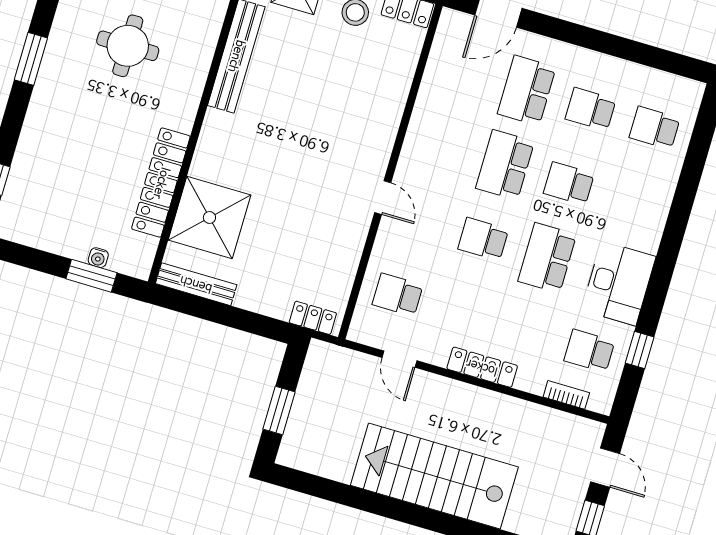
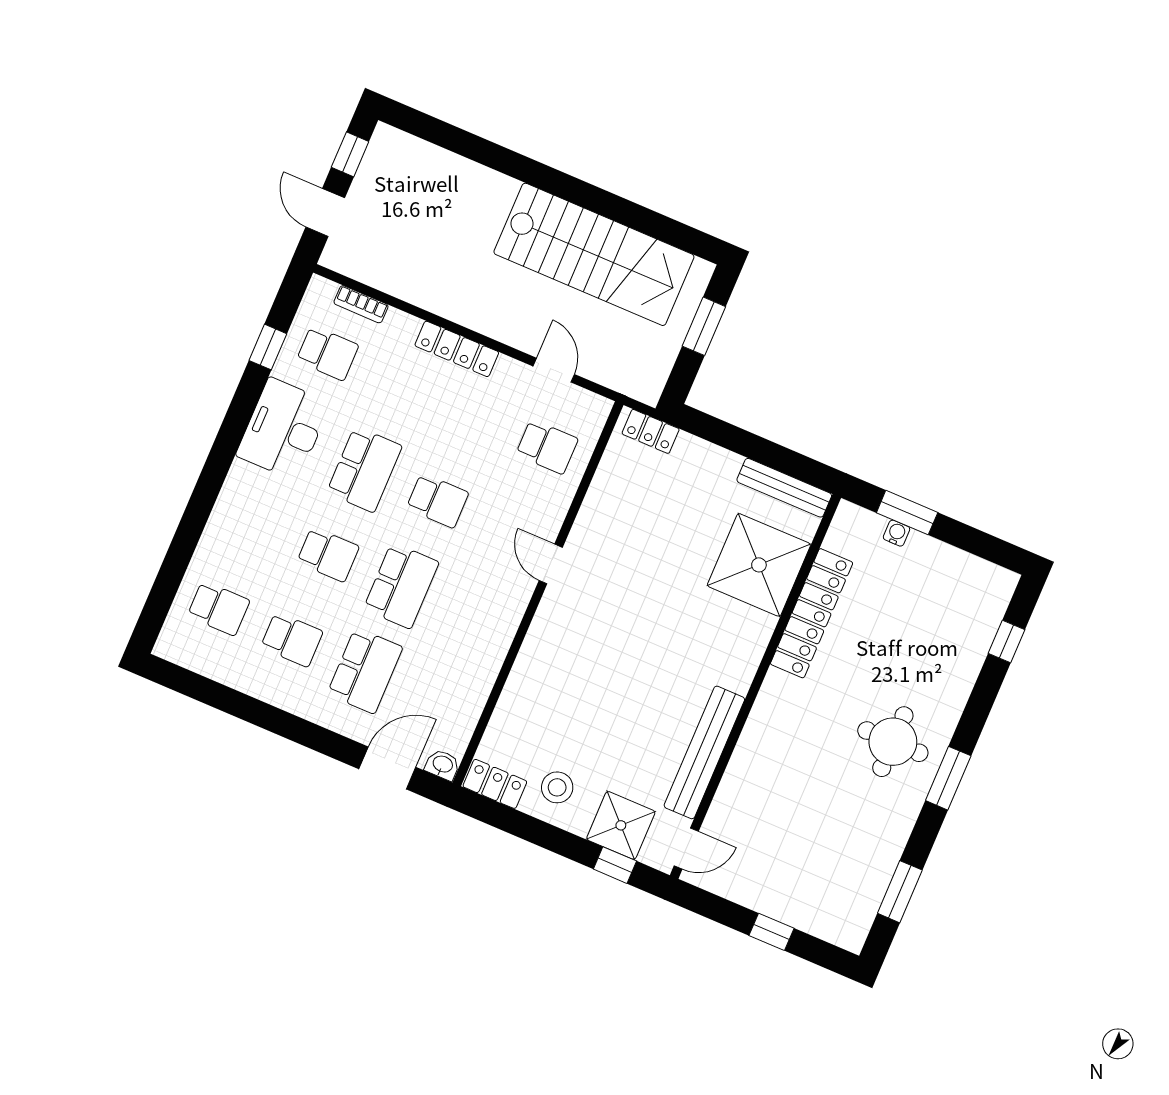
washbasin: (453, 20) -> (443, 765), added
round table: (128, 46) -> (893, 742), moved
stairs: (434, 476) -> (594, 254), moved

